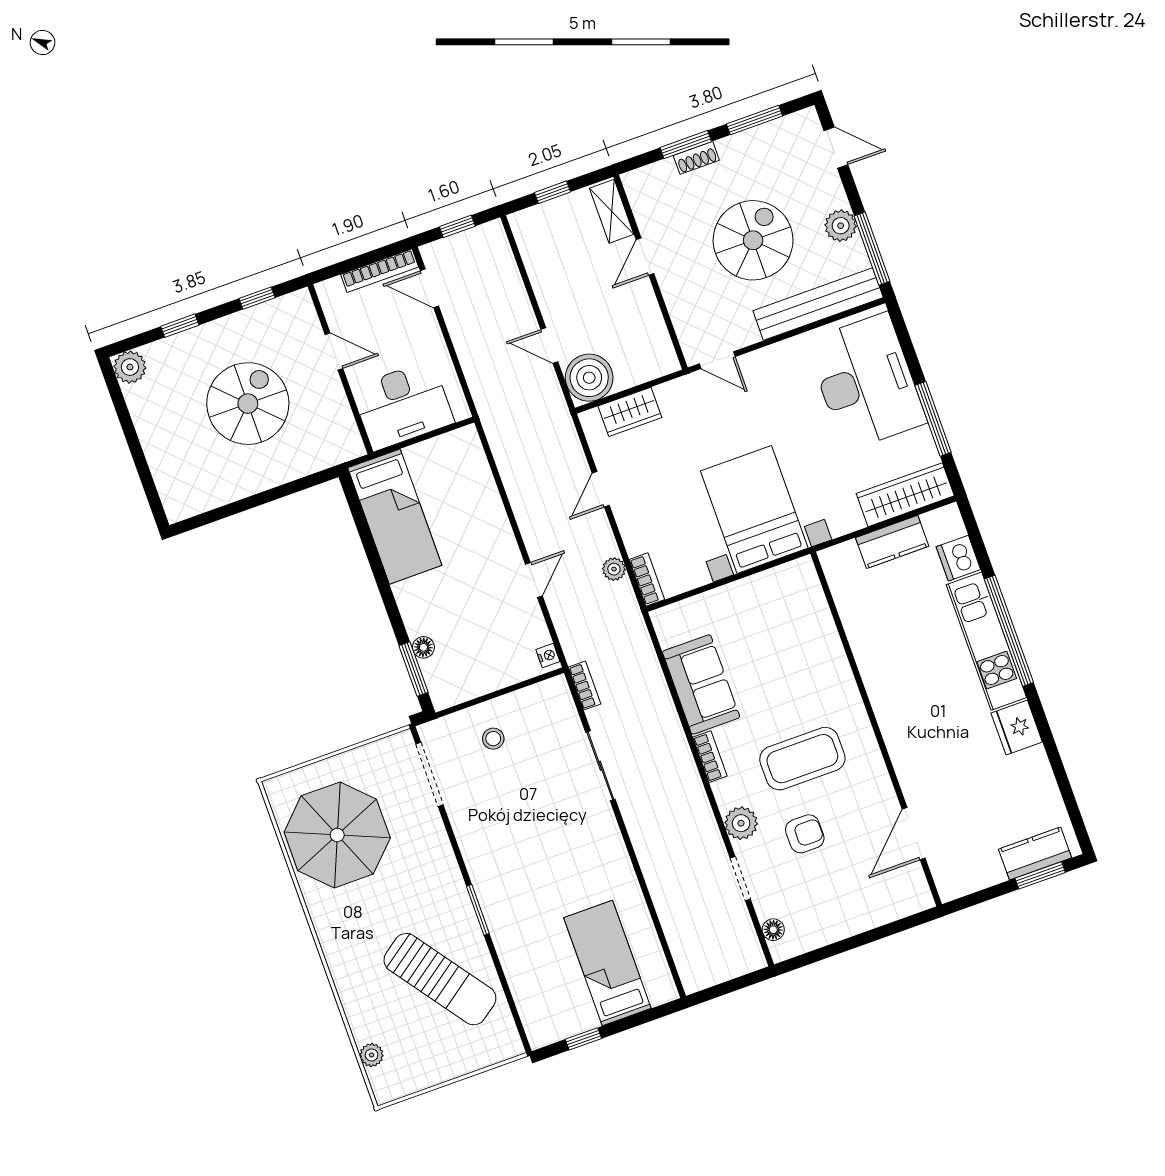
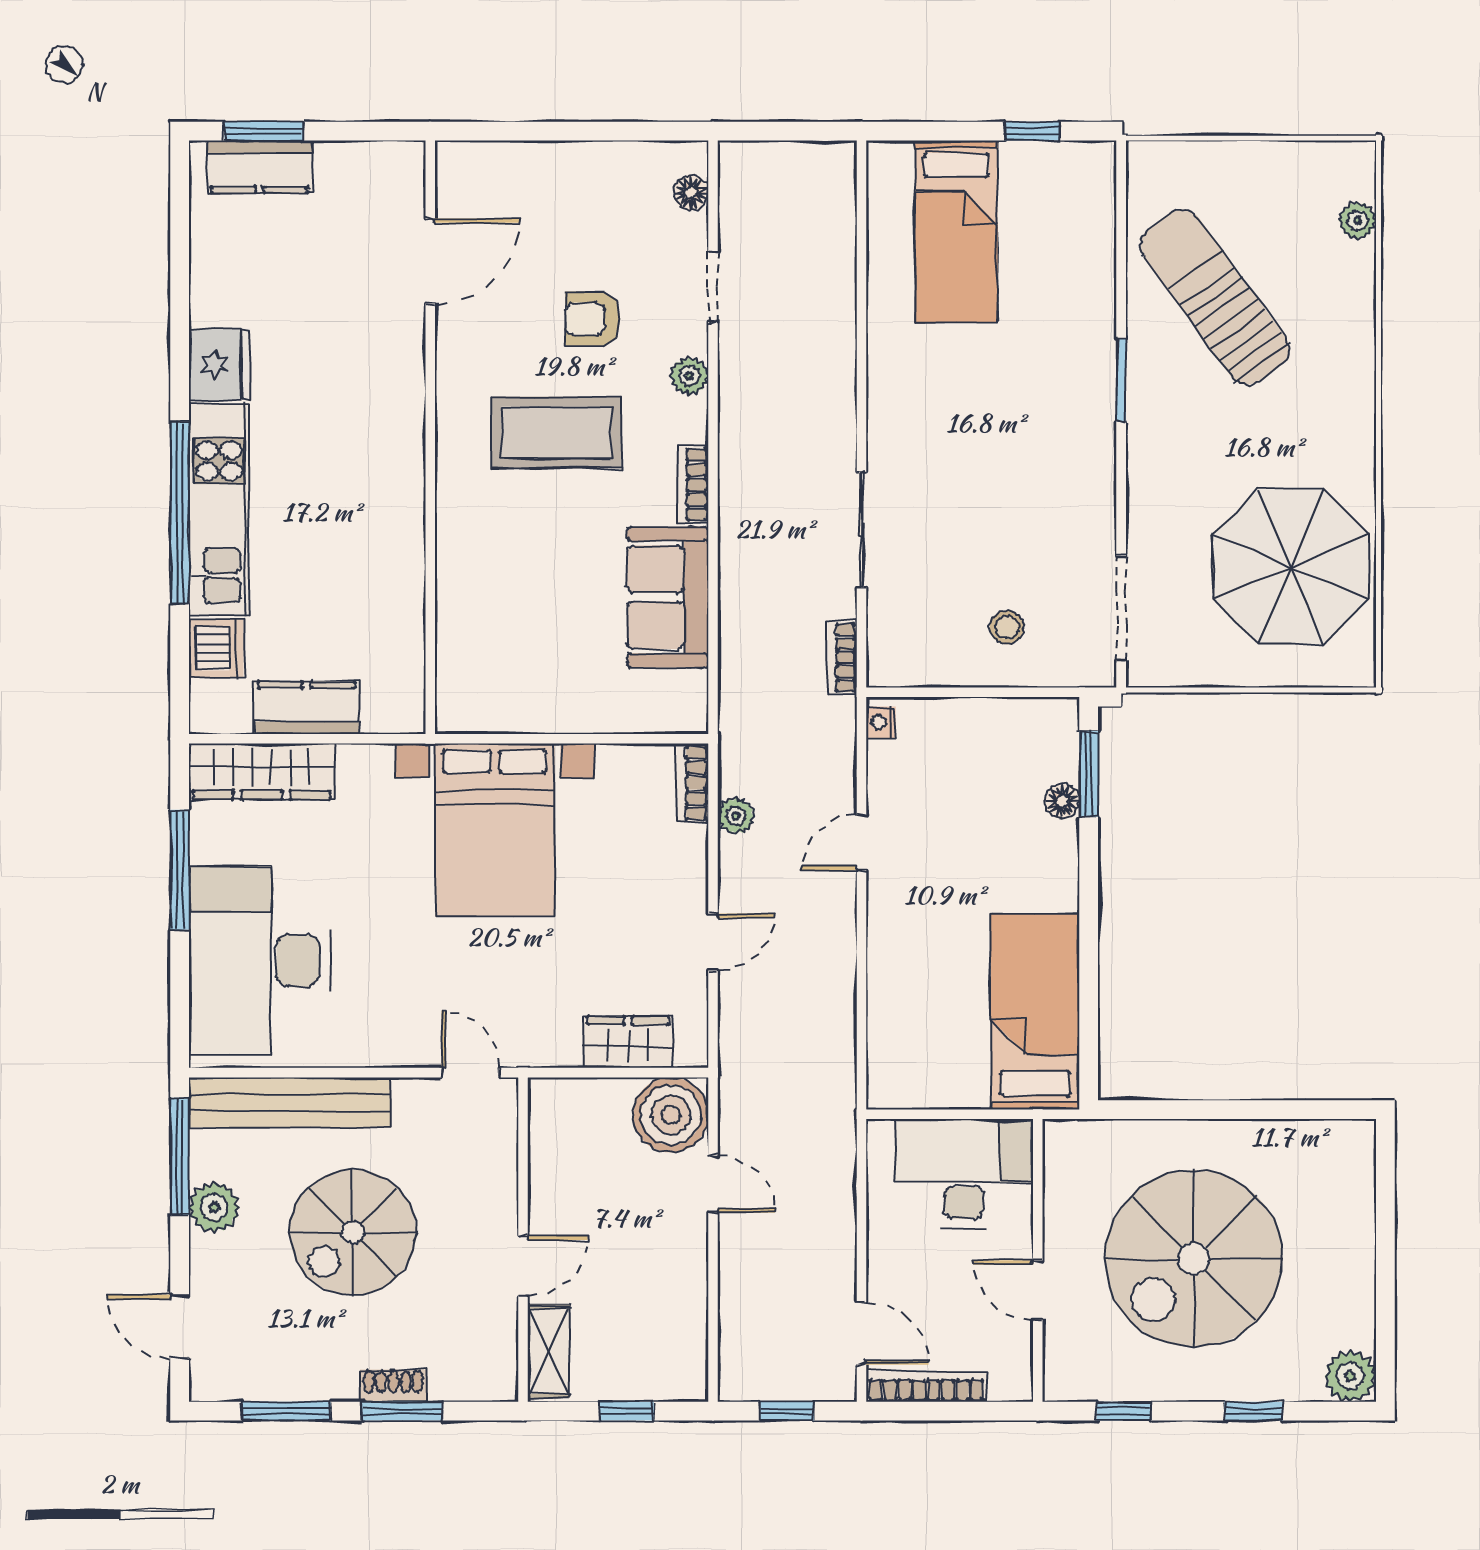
spiral stairs: (248, 404) -> (1194, 1259), width x1.37, depth x1.37
plant: (741, 823) -> (689, 376), width x0.73, depth x0.73

